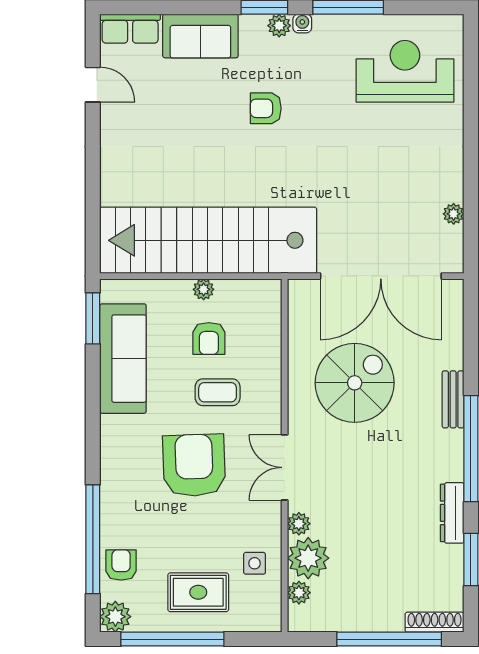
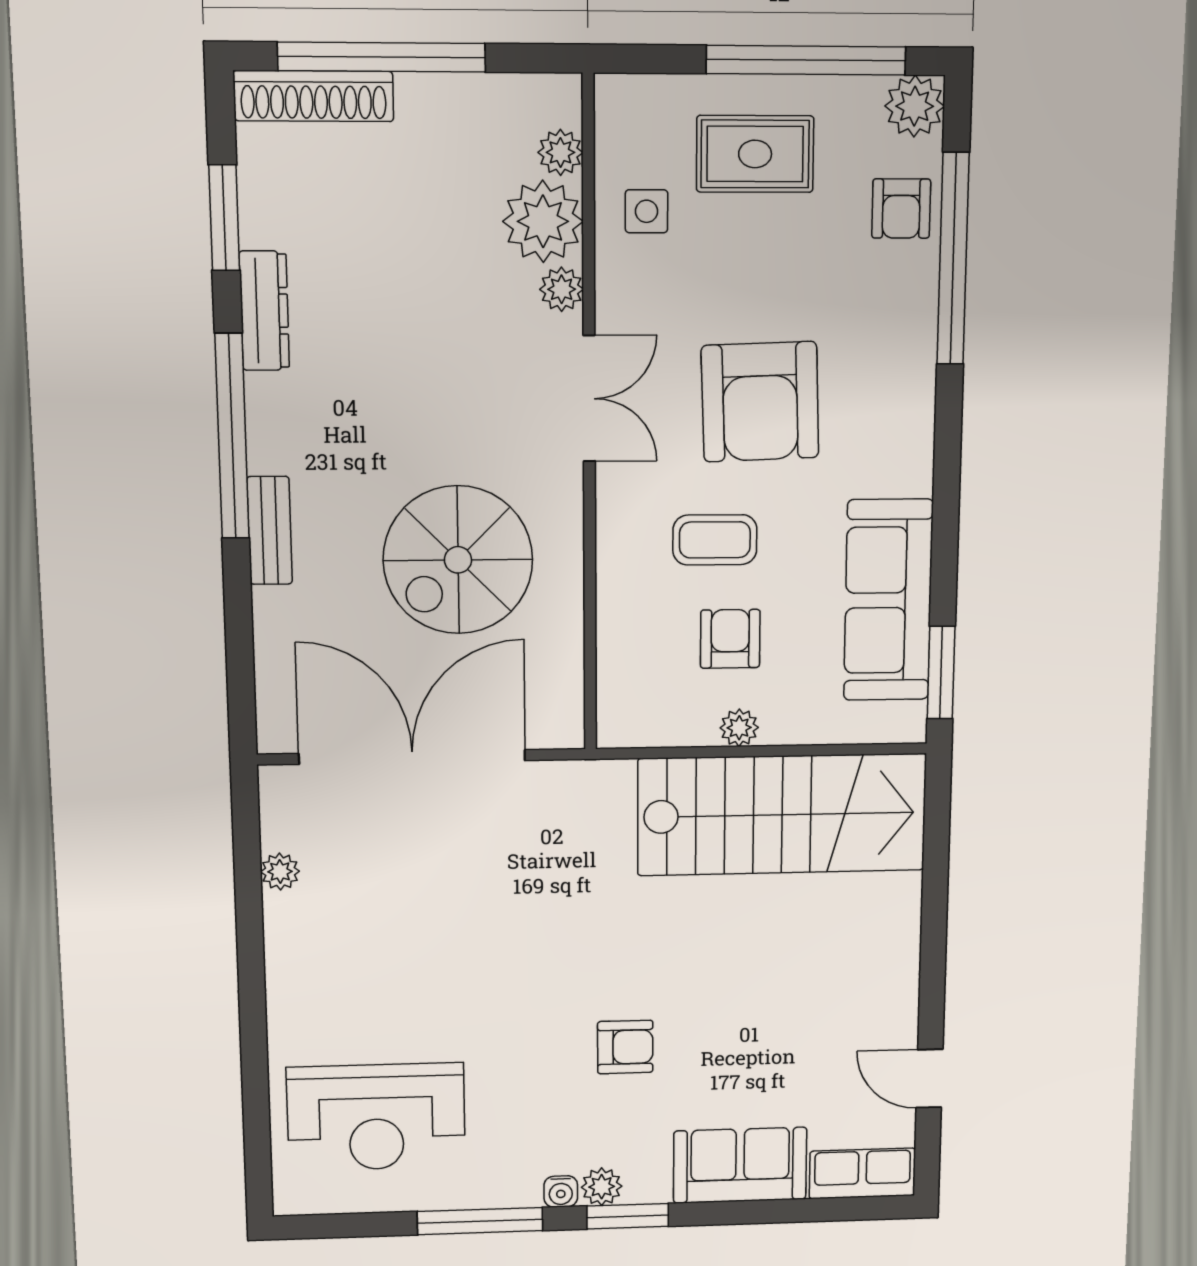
stairs: (208, 240) -> (782, 815), width x0.73
shoe rack: (435, 622) -> (314, 96), width x1.36, depth x1.24

